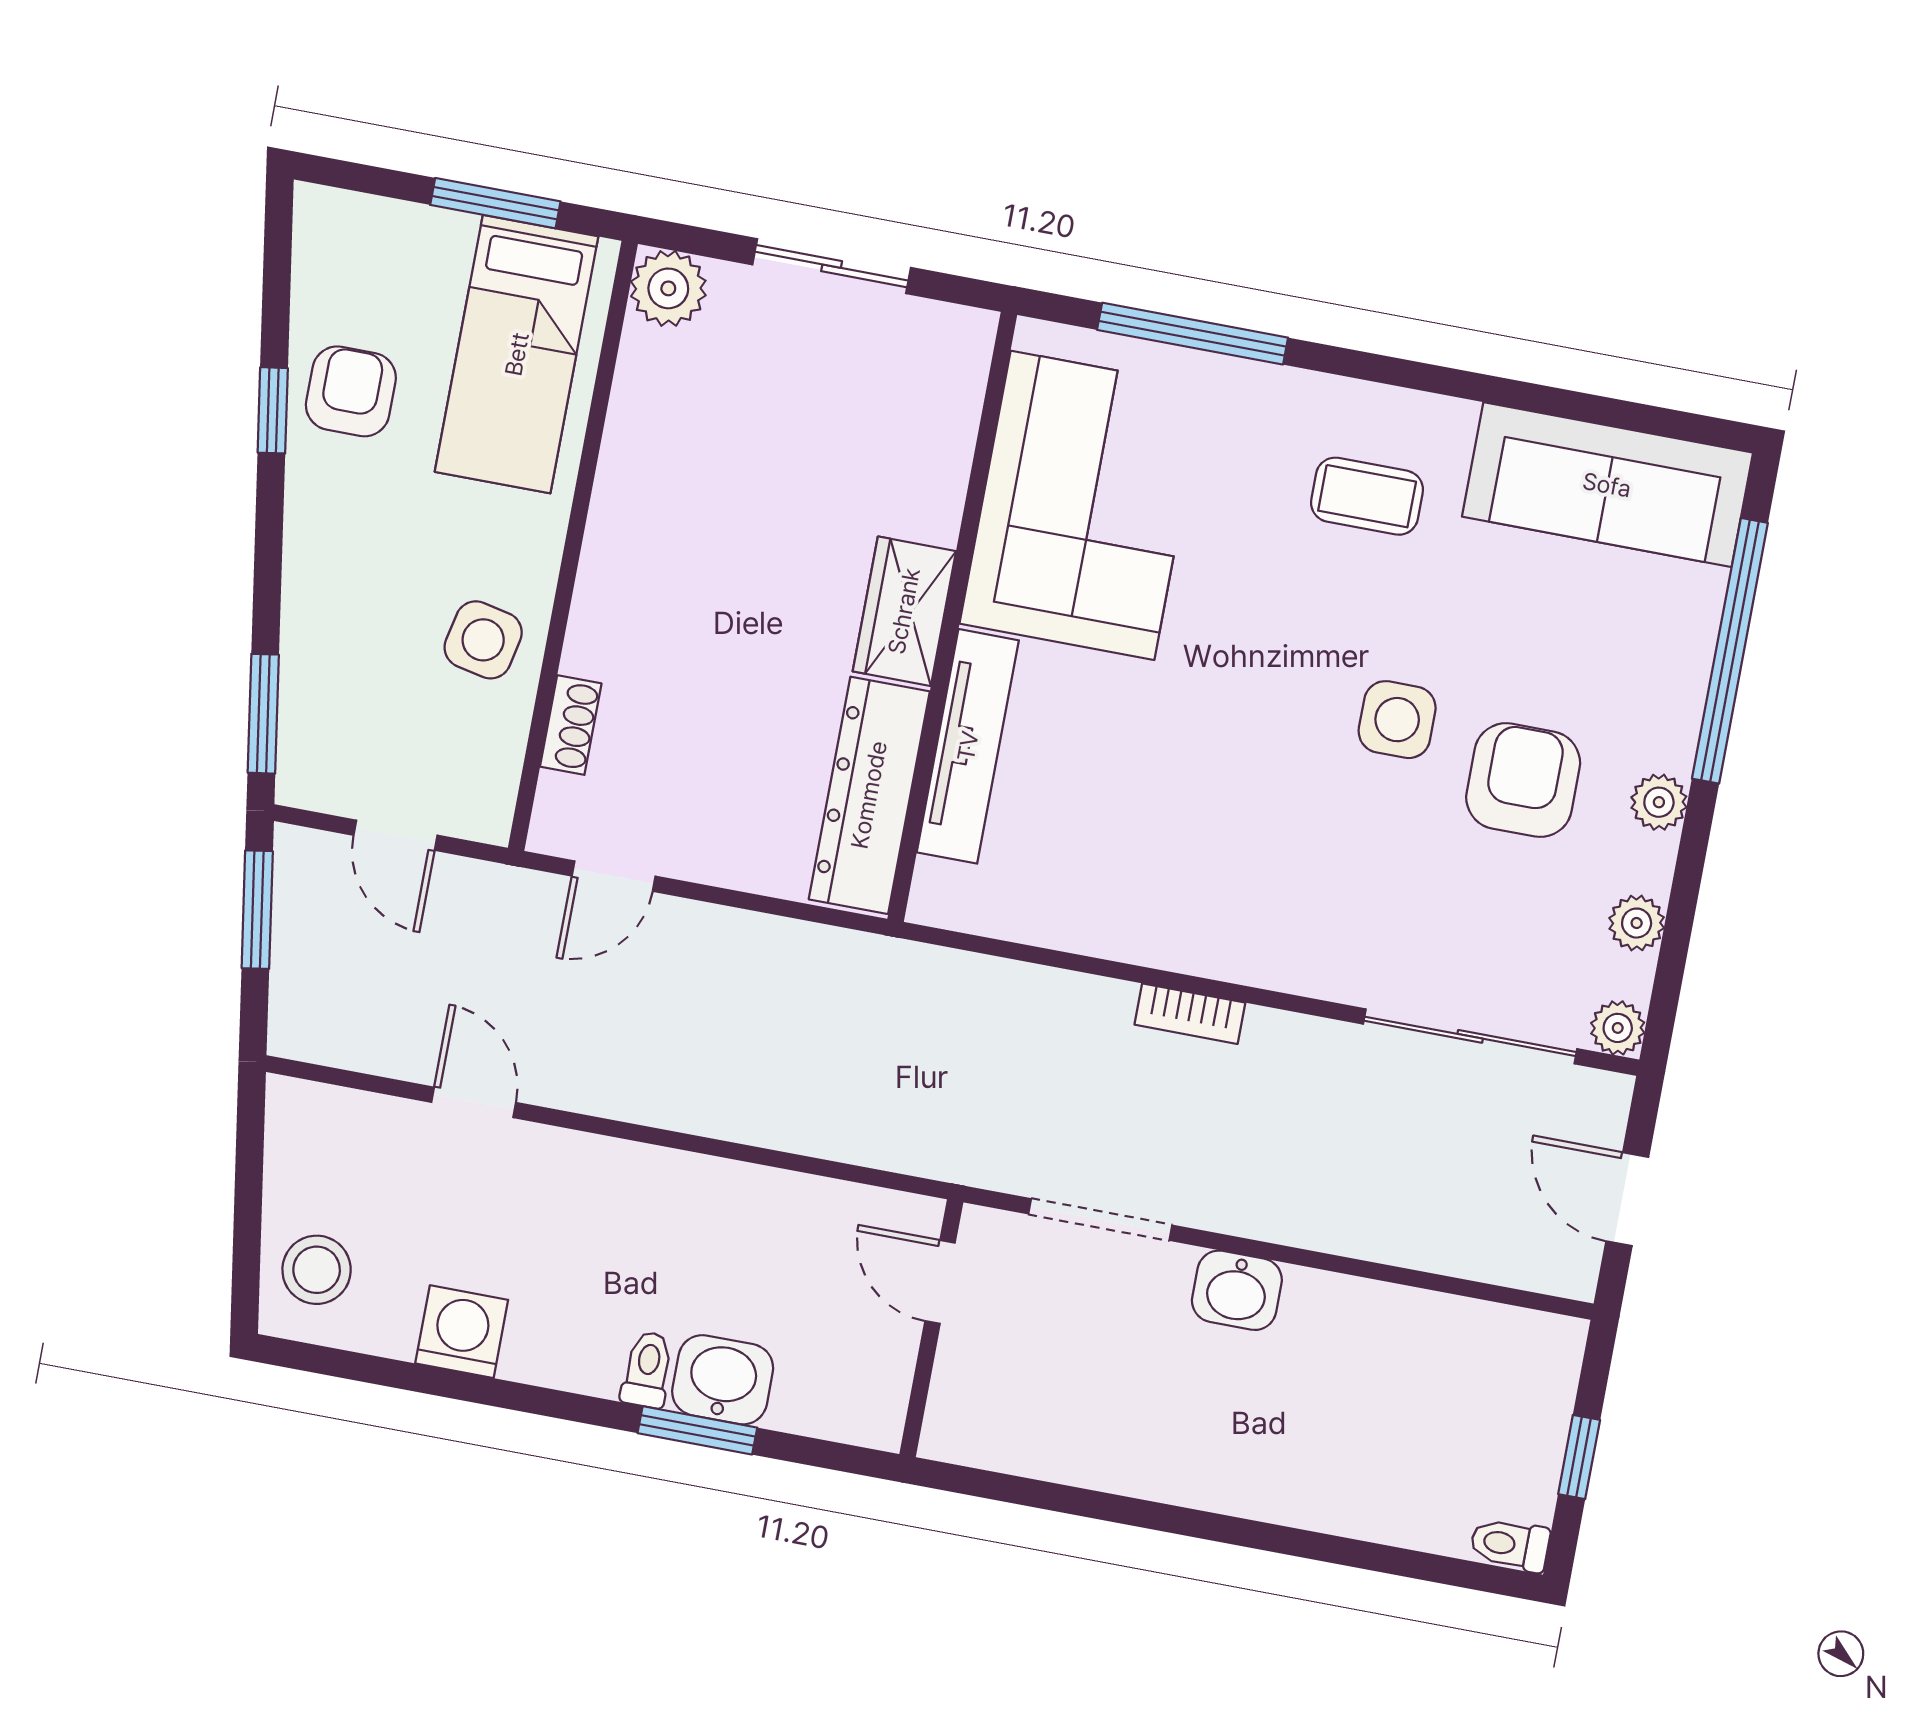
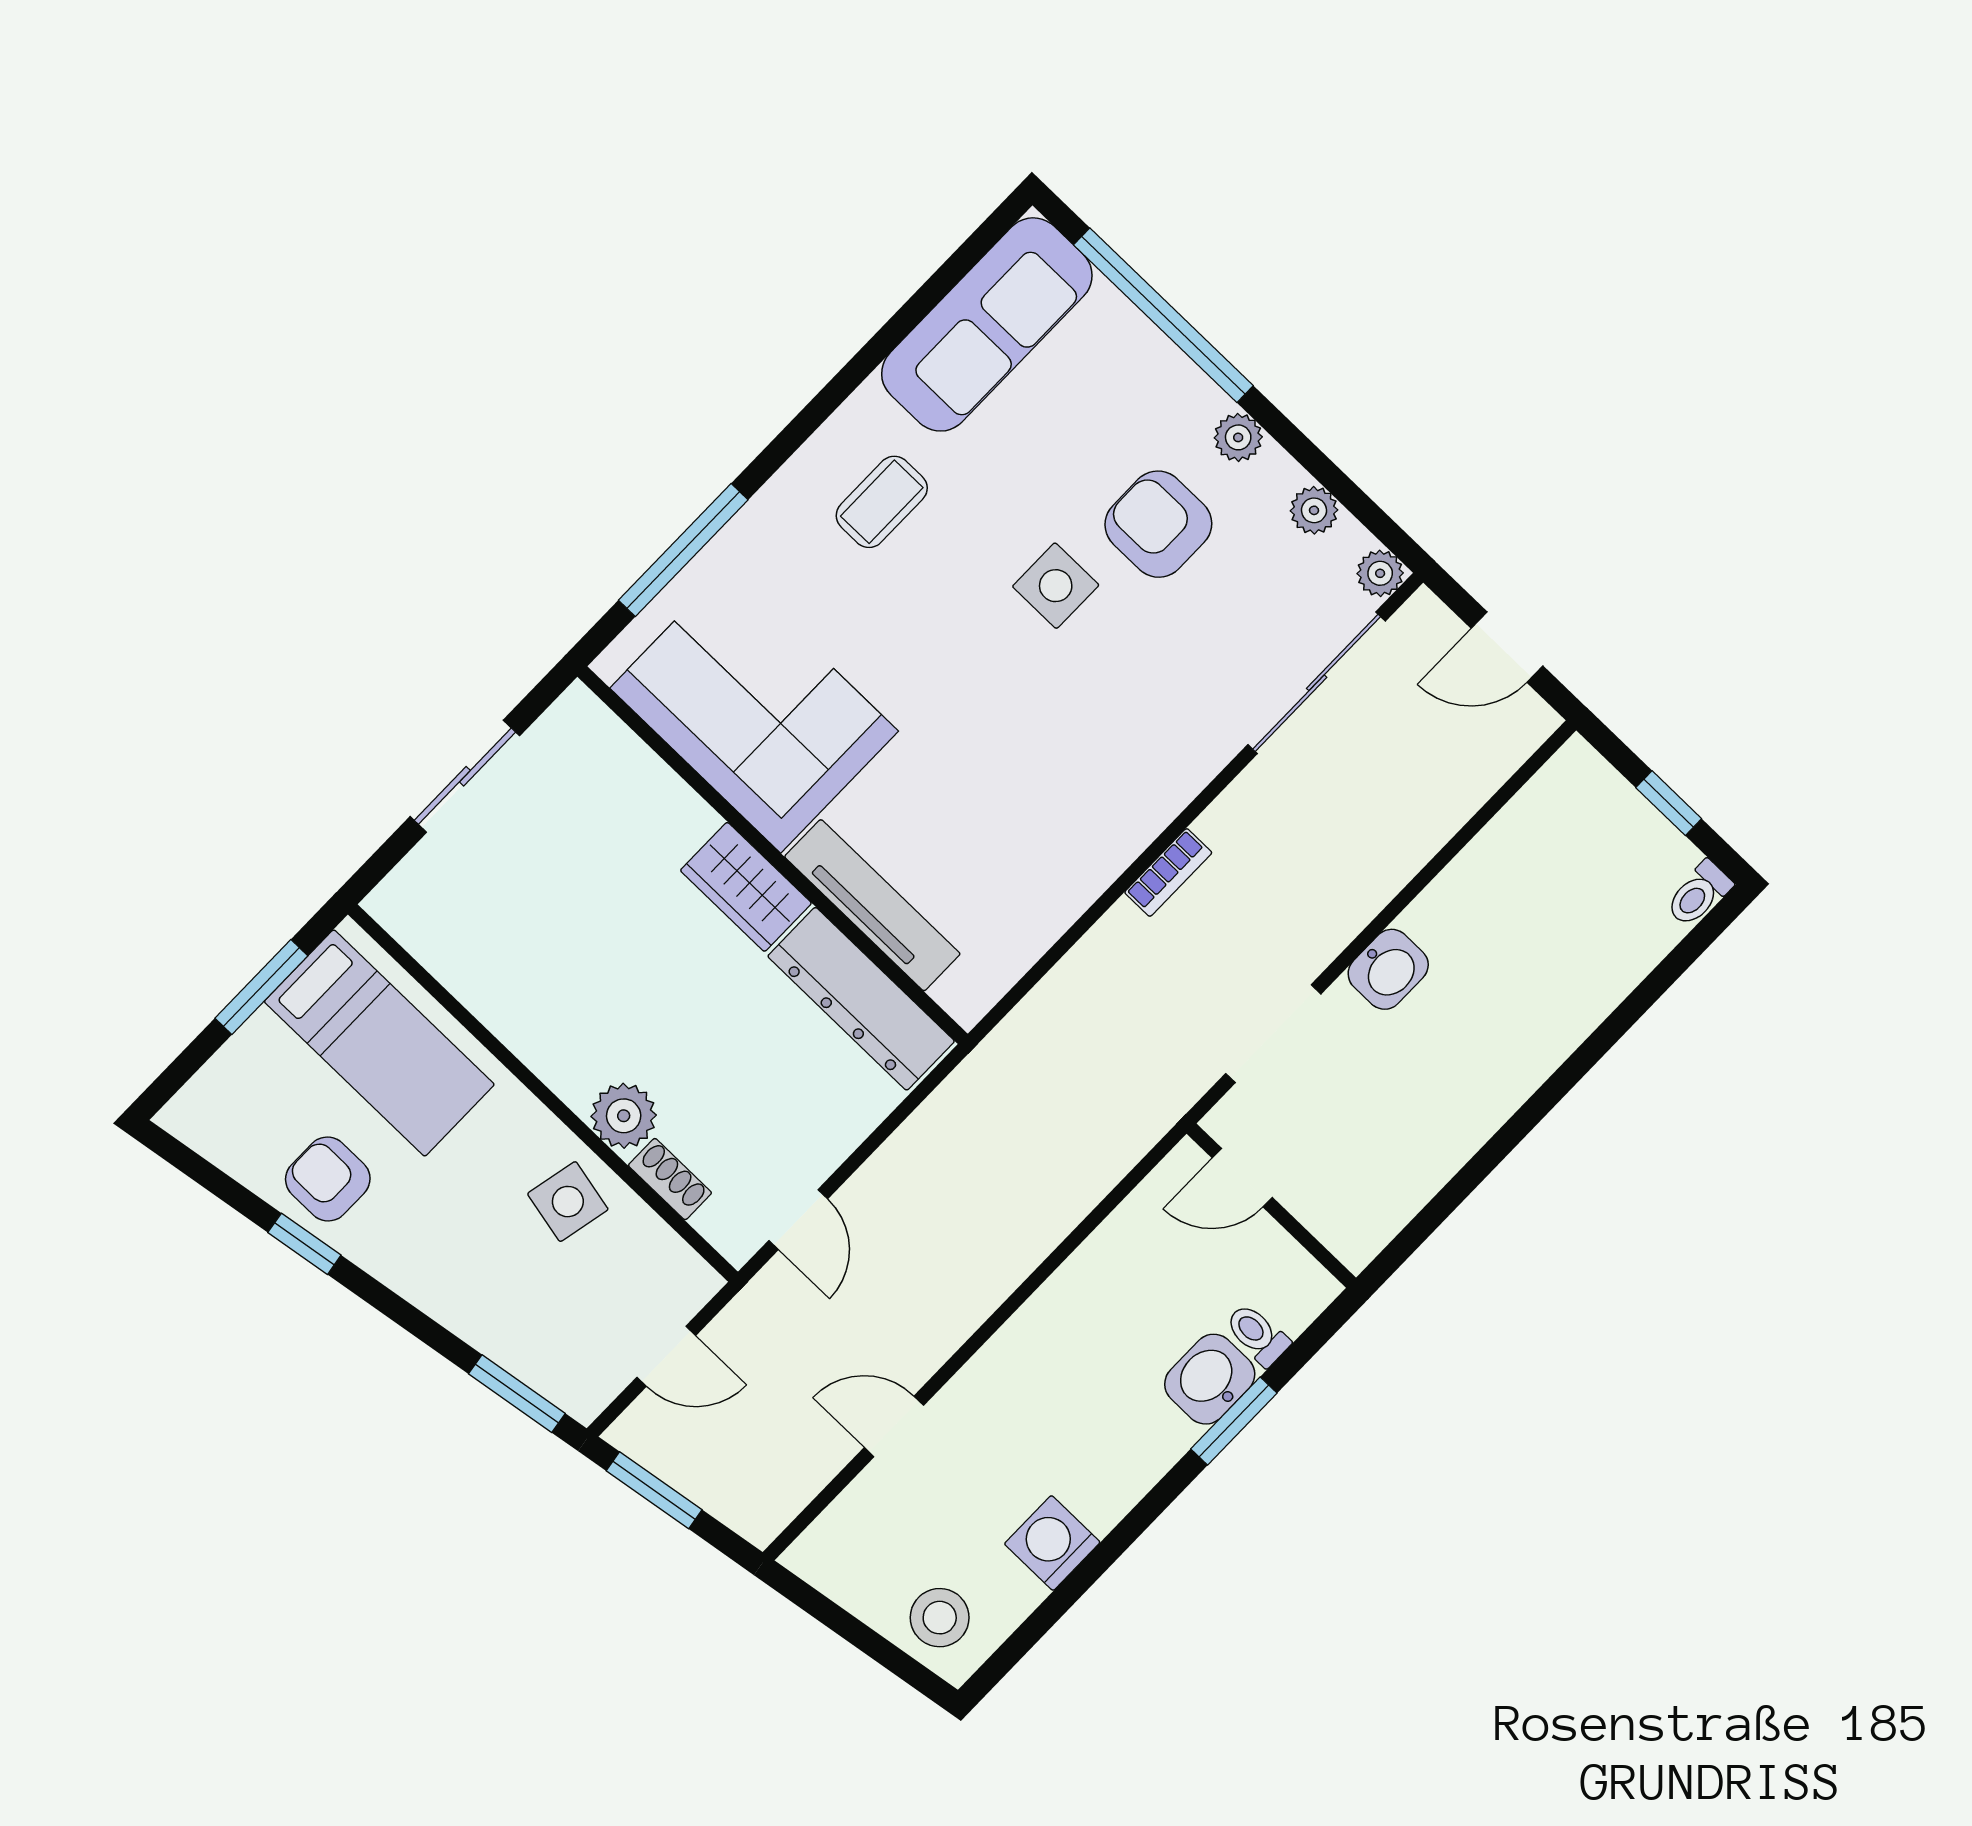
plant: (668, 288) -> (624, 1116), moved
toilet: (647, 1370) -> (1257, 1335), moved

